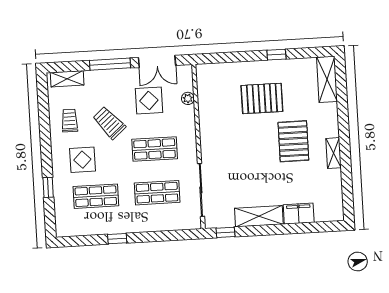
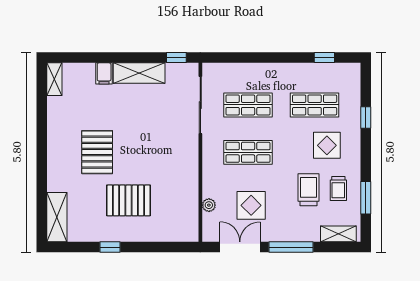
window: (44, 114) -> (366, 198), added
trolley: (109, 123) -> (308, 190), moved, turned -139
shelving: (334, 153) -> (54, 79), moved
filing cabinet: (299, 214) -> (104, 73), width x0.50
window: (117, 239) -> (324, 58), moved

